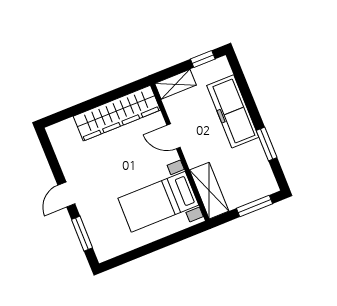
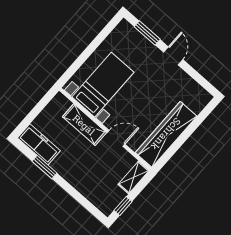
freezer: (233, 111) -> (39, 144), moved, width x0.73, depth x0.79
shelving: (209, 191) -> (84, 125), moved
window: (255, 206) -> (31, 117), removed

